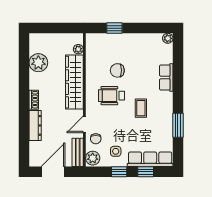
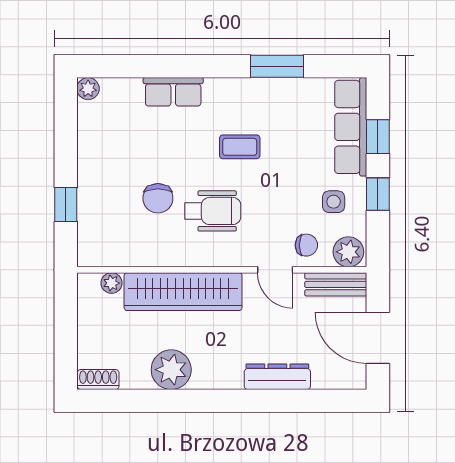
plant: (38, 63) -> (171, 370), moved
wheelchair: (111, 96) -> (213, 211), turned -90
shoe rack: (34, 100) -> (98, 380), moved

